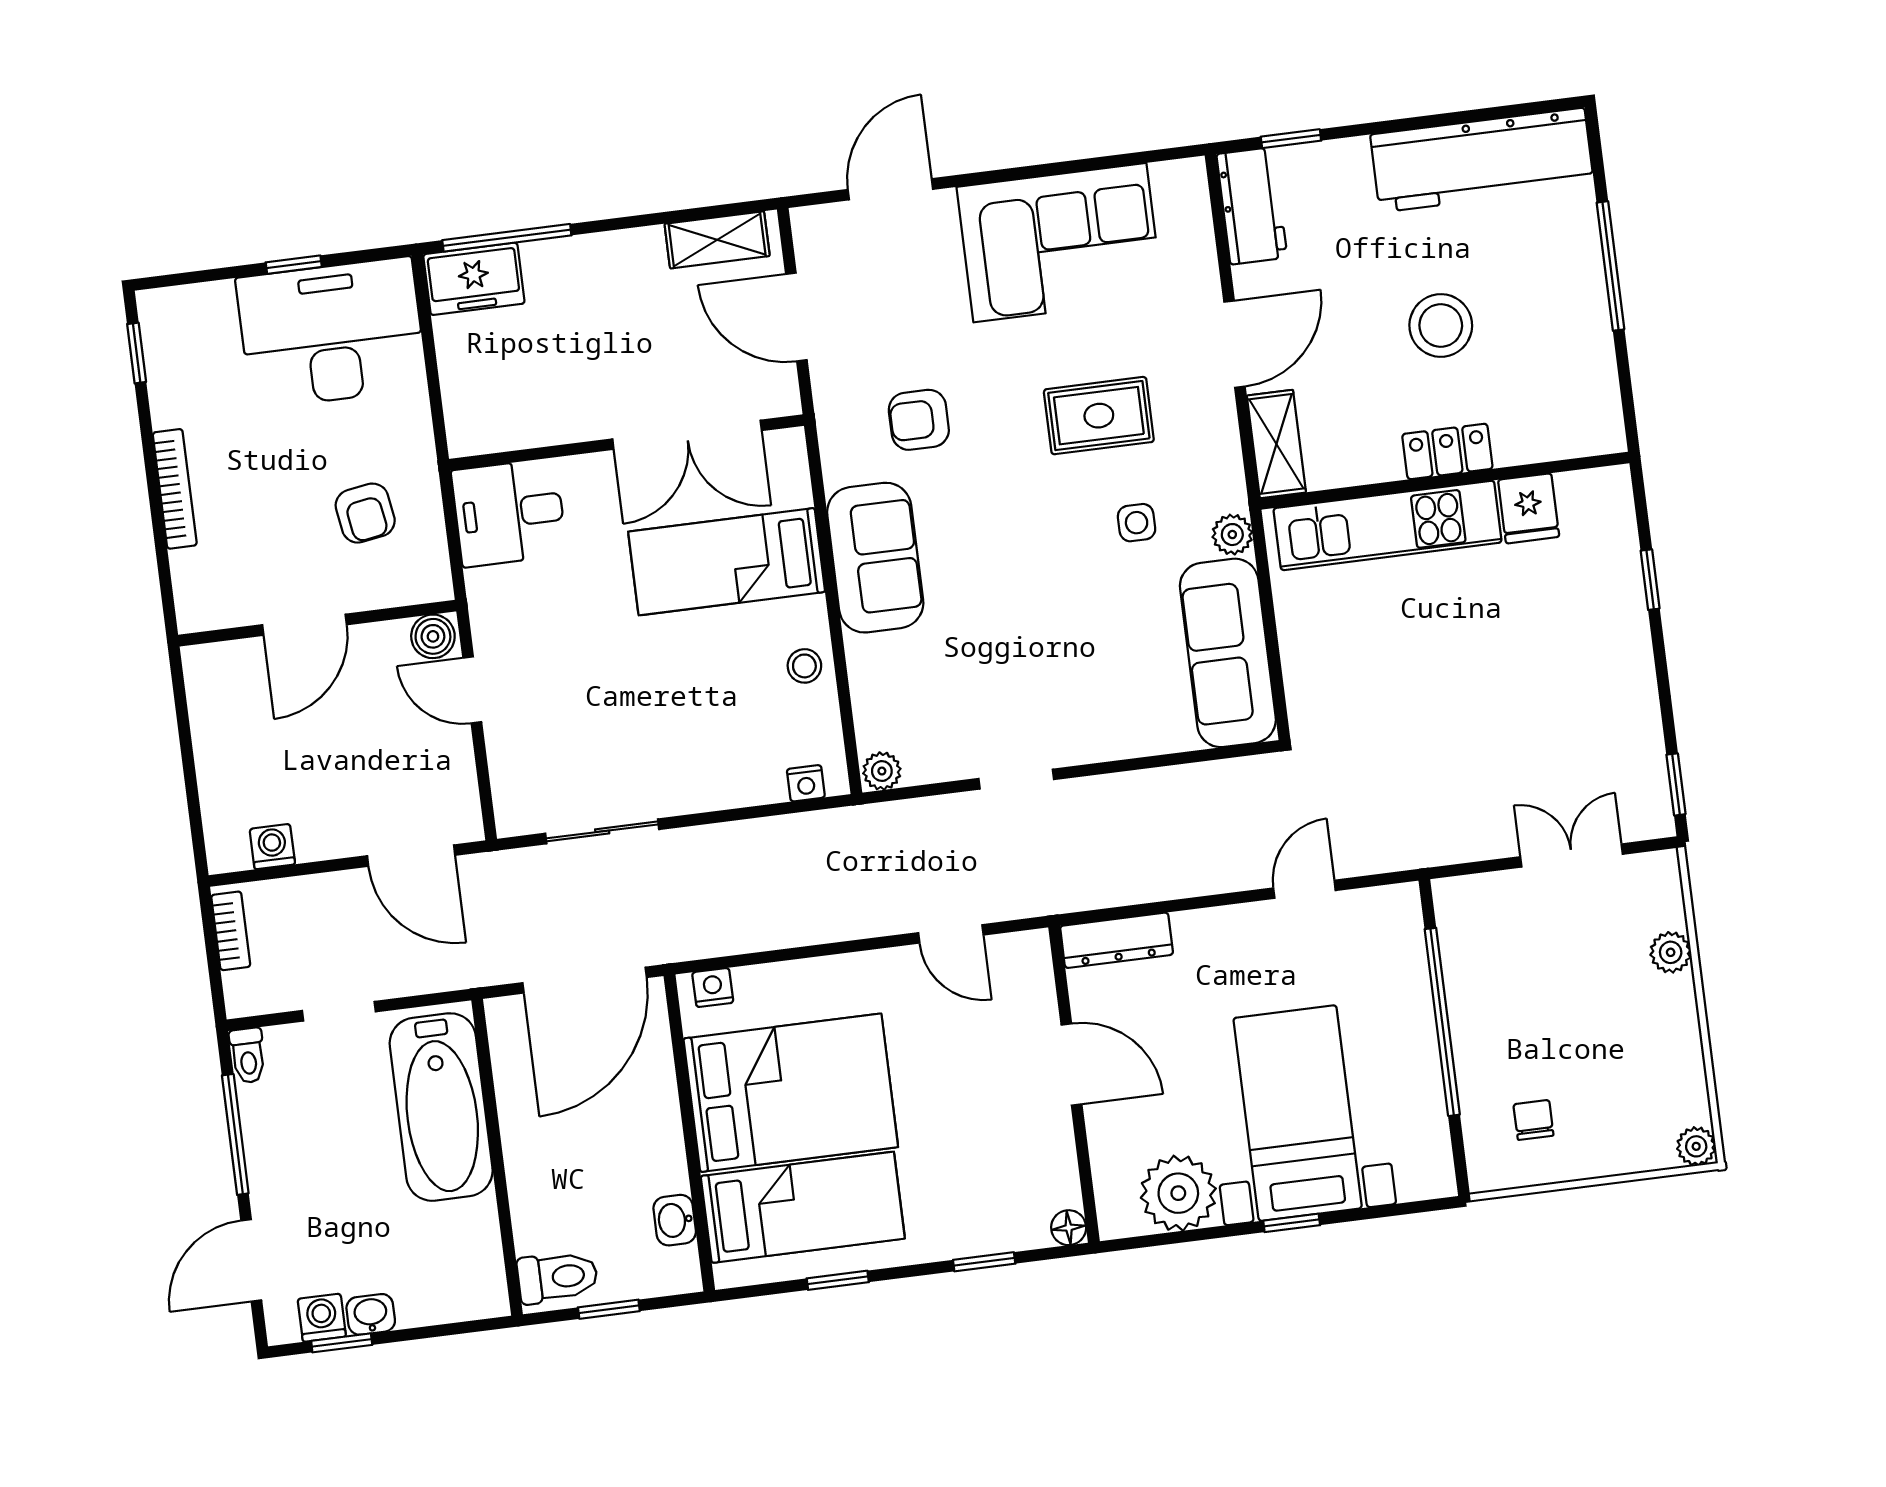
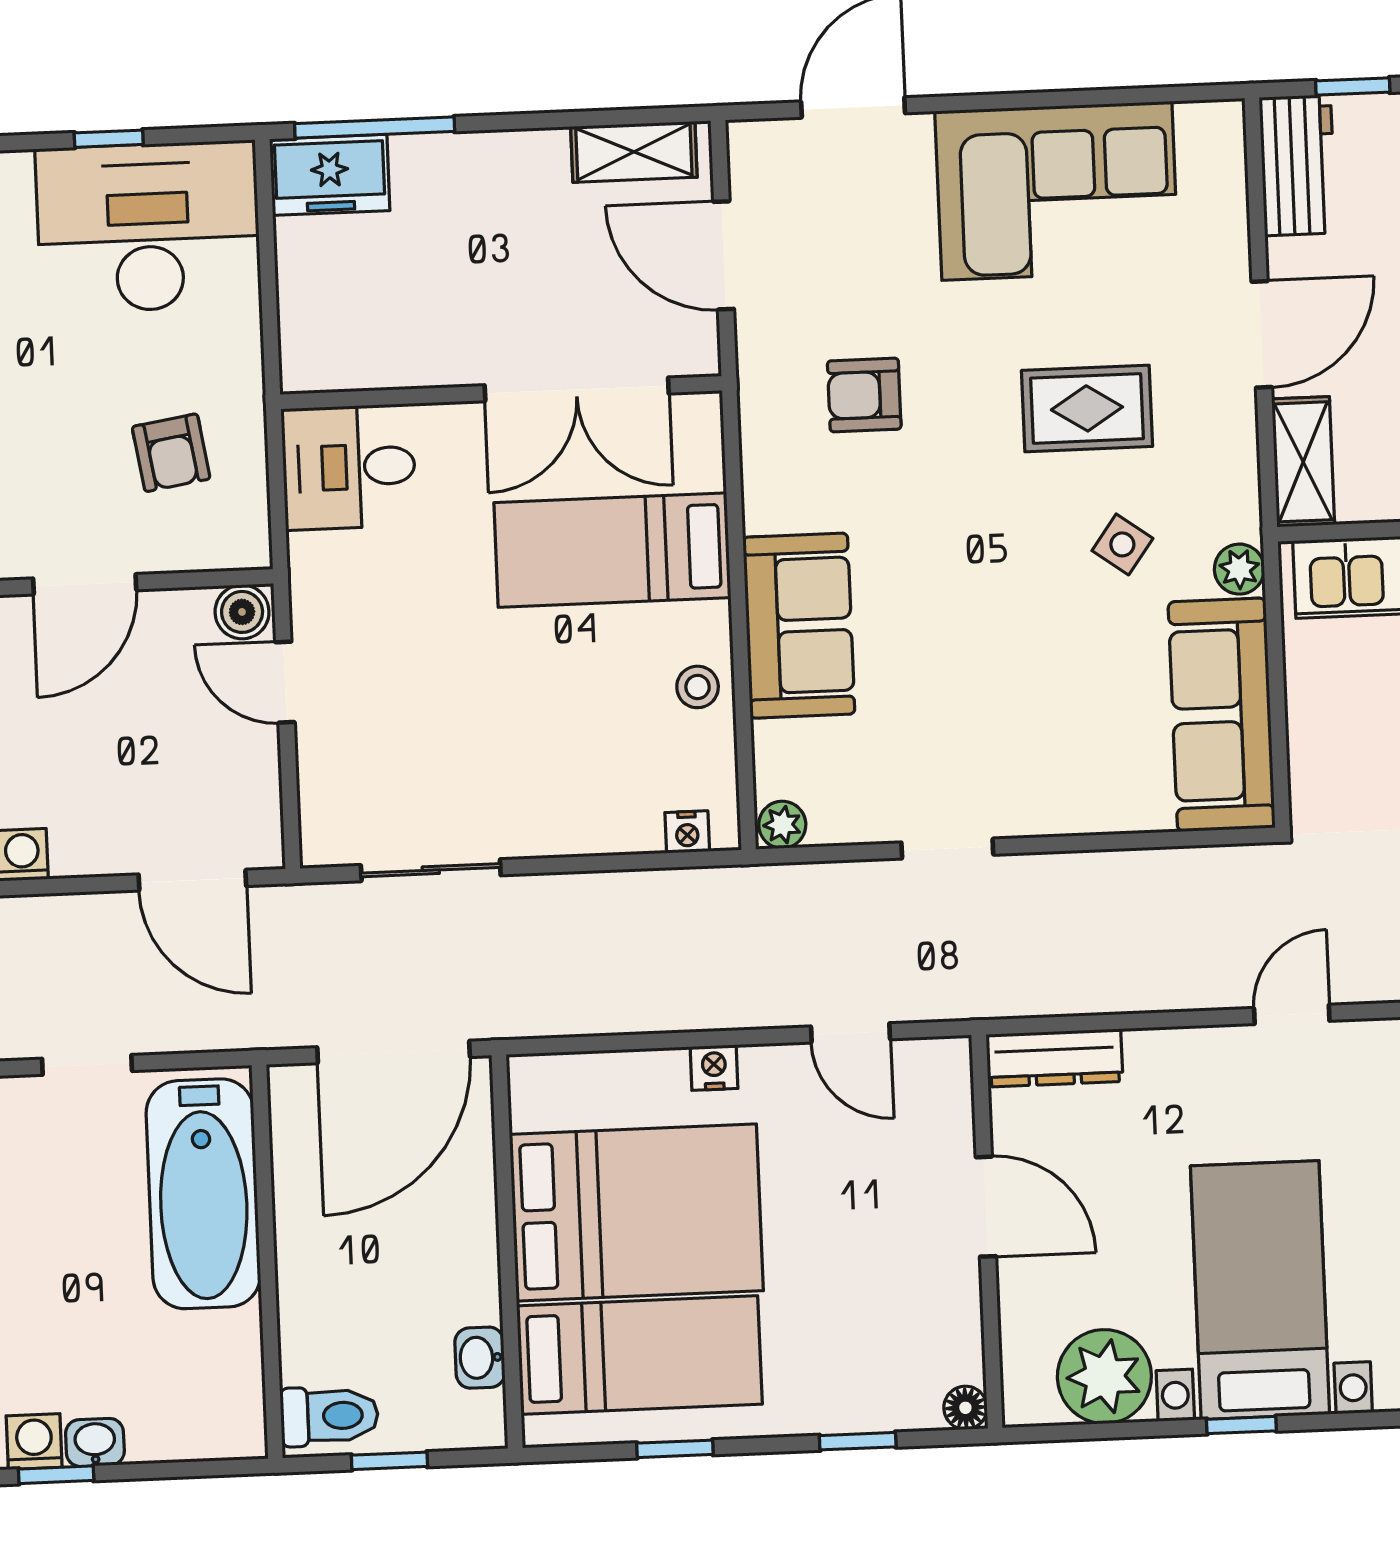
side table: (1137, 523) -> (1122, 544), turned 36
sofa: (875, 558) -> (799, 626), moved
nightstand: (713, 988) -> (714, 1068), moved

